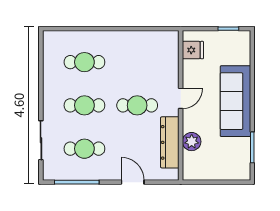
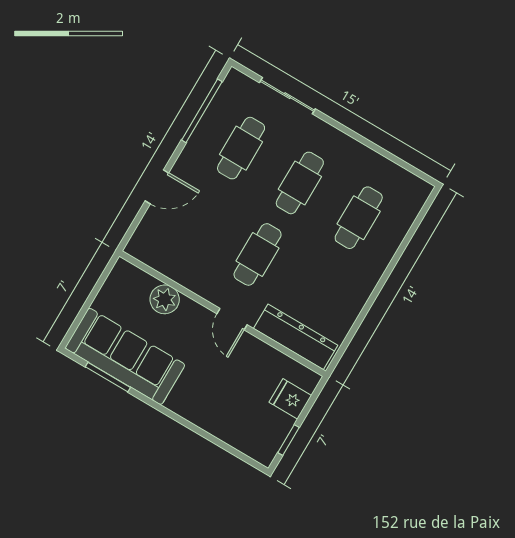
fridge: (193, 50) -> (290, 399), moved, turned 90
sofa: (235, 101) -> (125, 356), moved
dresser: (170, 142) -> (296, 337), moved

